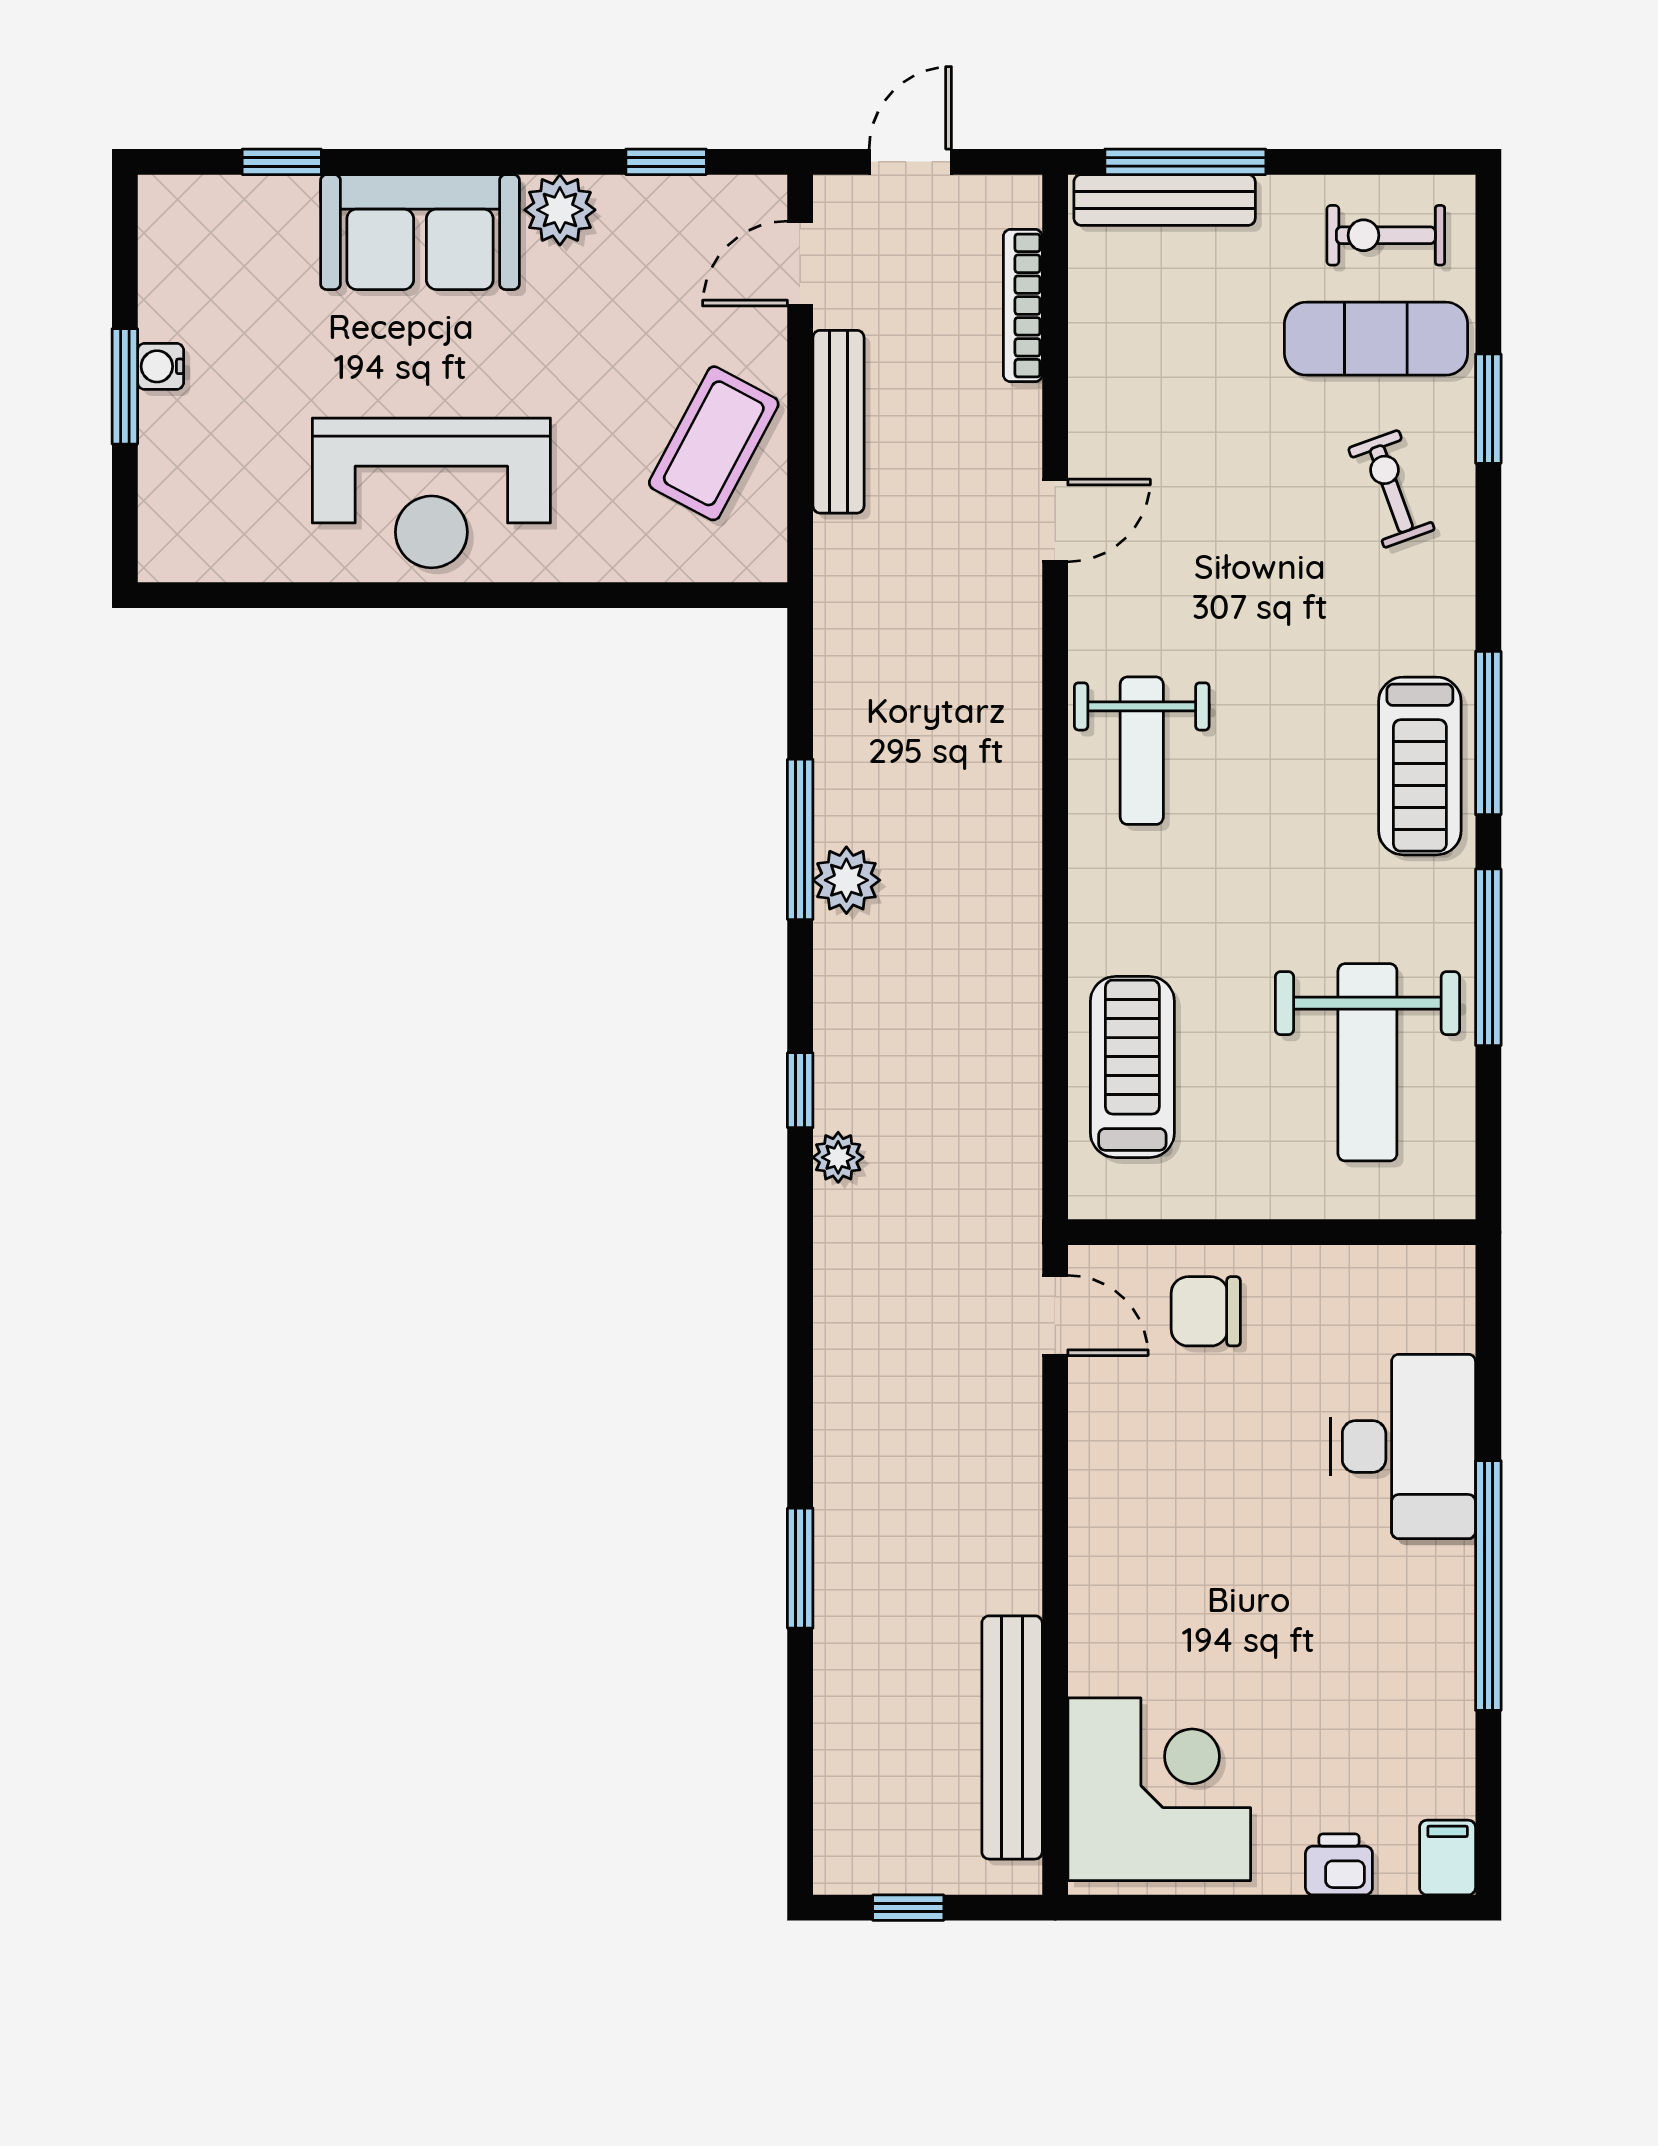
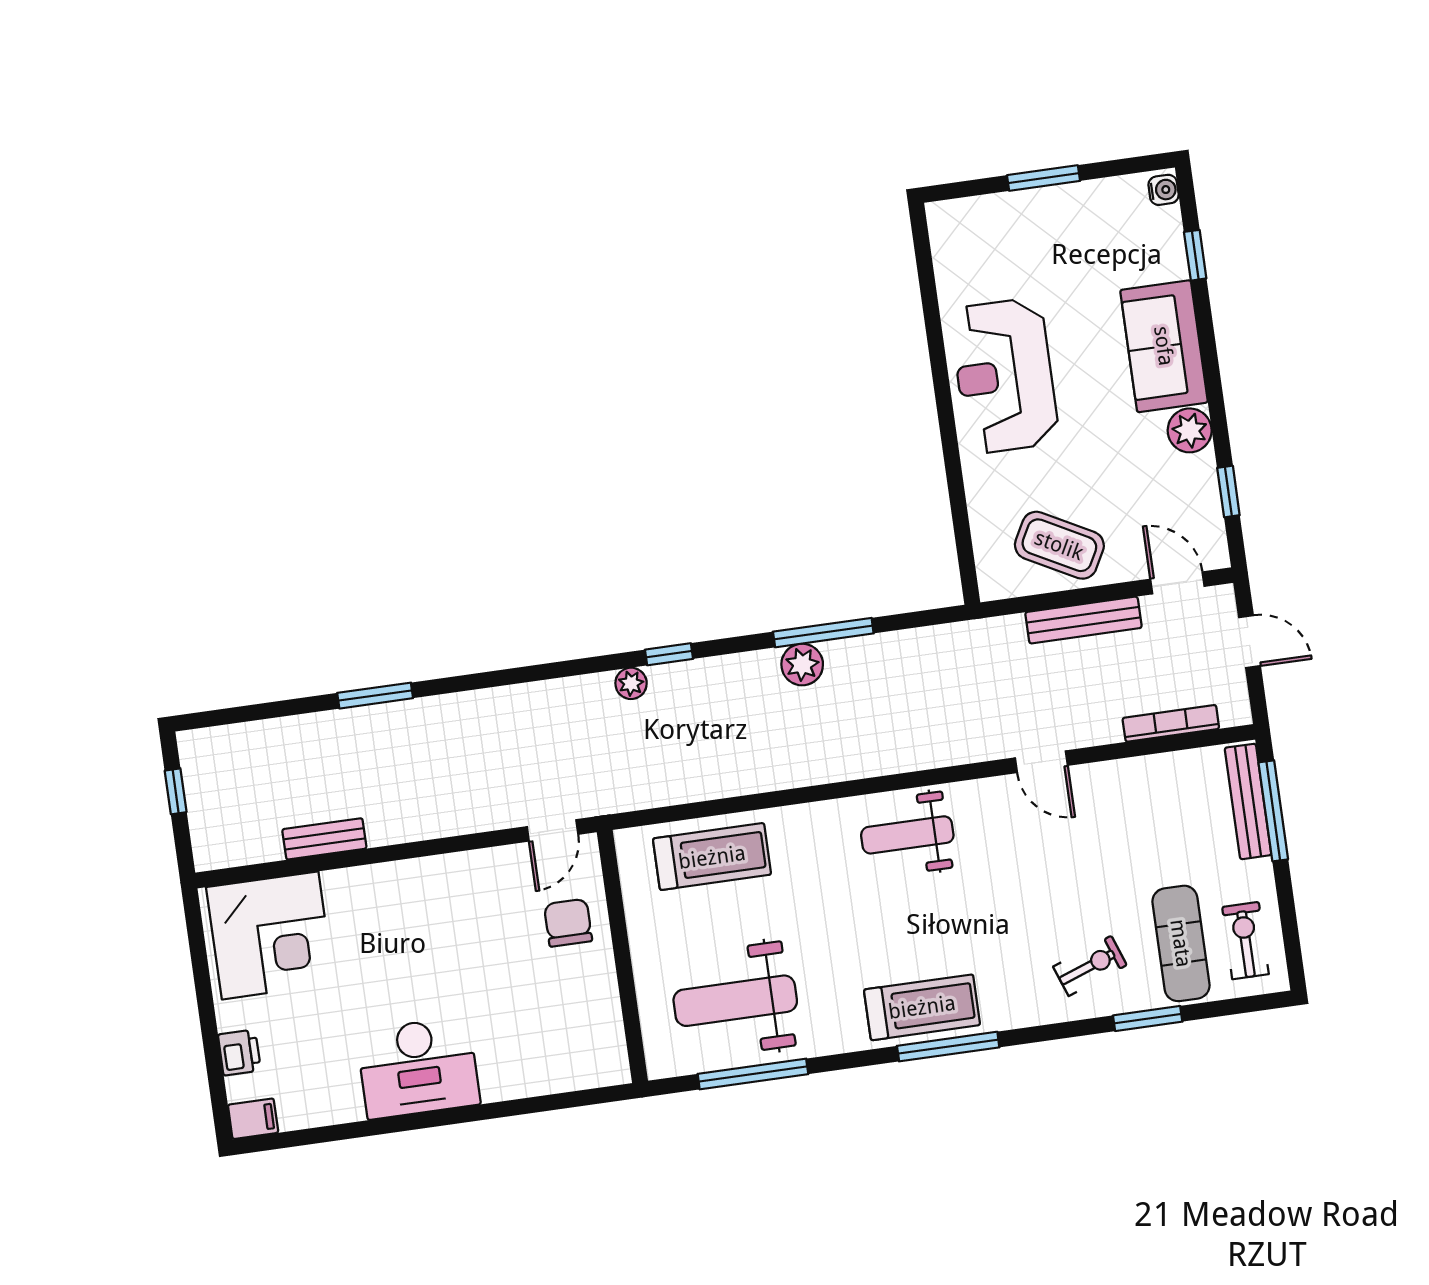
water cooler: (161, 366) -> (1164, 190), moved, turned 90
treadmill: (1420, 766) -> (922, 1007), turned 180
window: (1488, 957) -> (753, 1074), moved
desk: (1403, 1446) -> (418, 1068), moved
window: (1488, 1586) -> (424, 1120), removed
bench: (1012, 1737) -> (324, 839), width x0.54, depth x0.82

